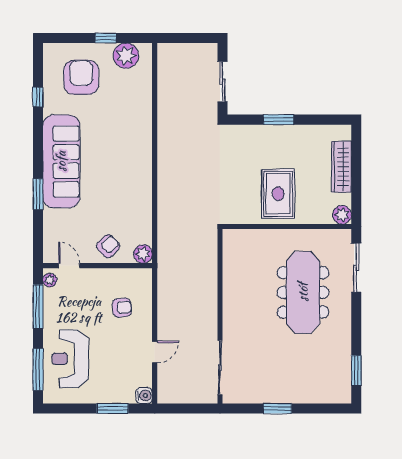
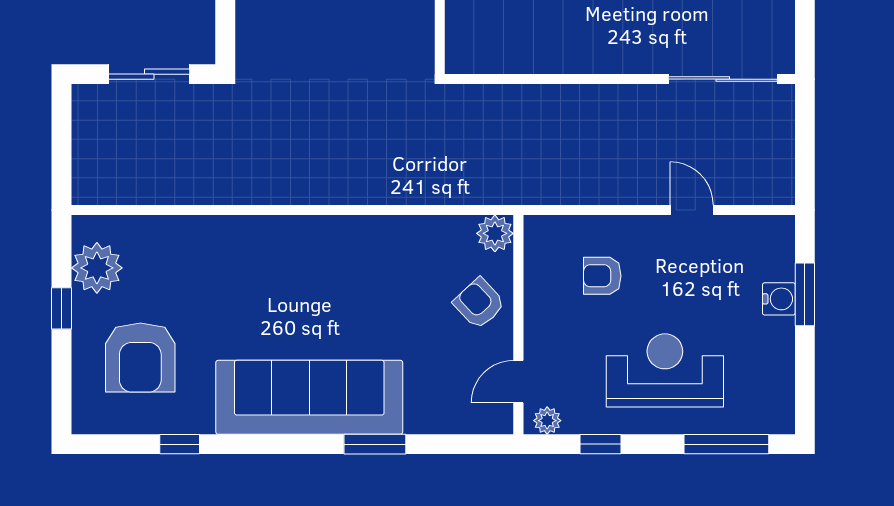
armchair: (81, 77) -> (140, 358), turned -90
window: (38, 307) -> (601, 444), width x0.46
armchair: (122, 308) -> (602, 276), turned -85
reception desk: (70, 359) -> (665, 370), moved, turned 180
water cooler: (144, 396) -> (779, 299), moved, turned 90

